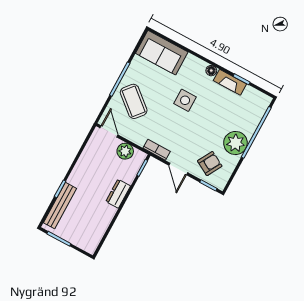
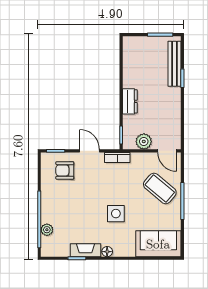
plant: (235, 143) -> (47, 230), moved, width x0.53, depth x0.53
armchair: (210, 163) -> (65, 170), turned 61

